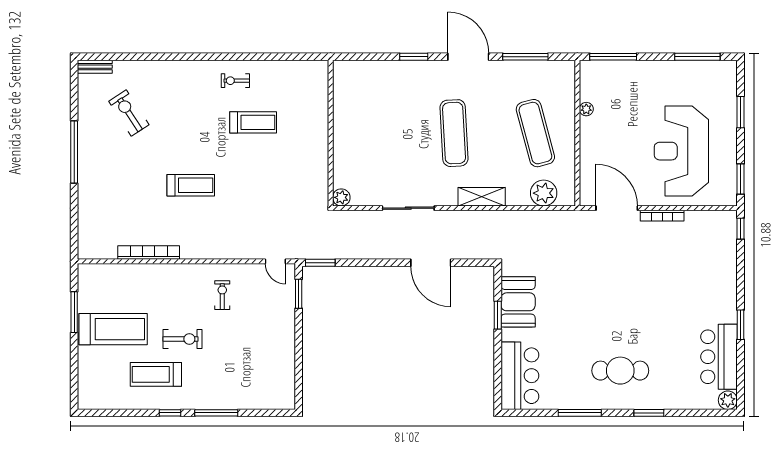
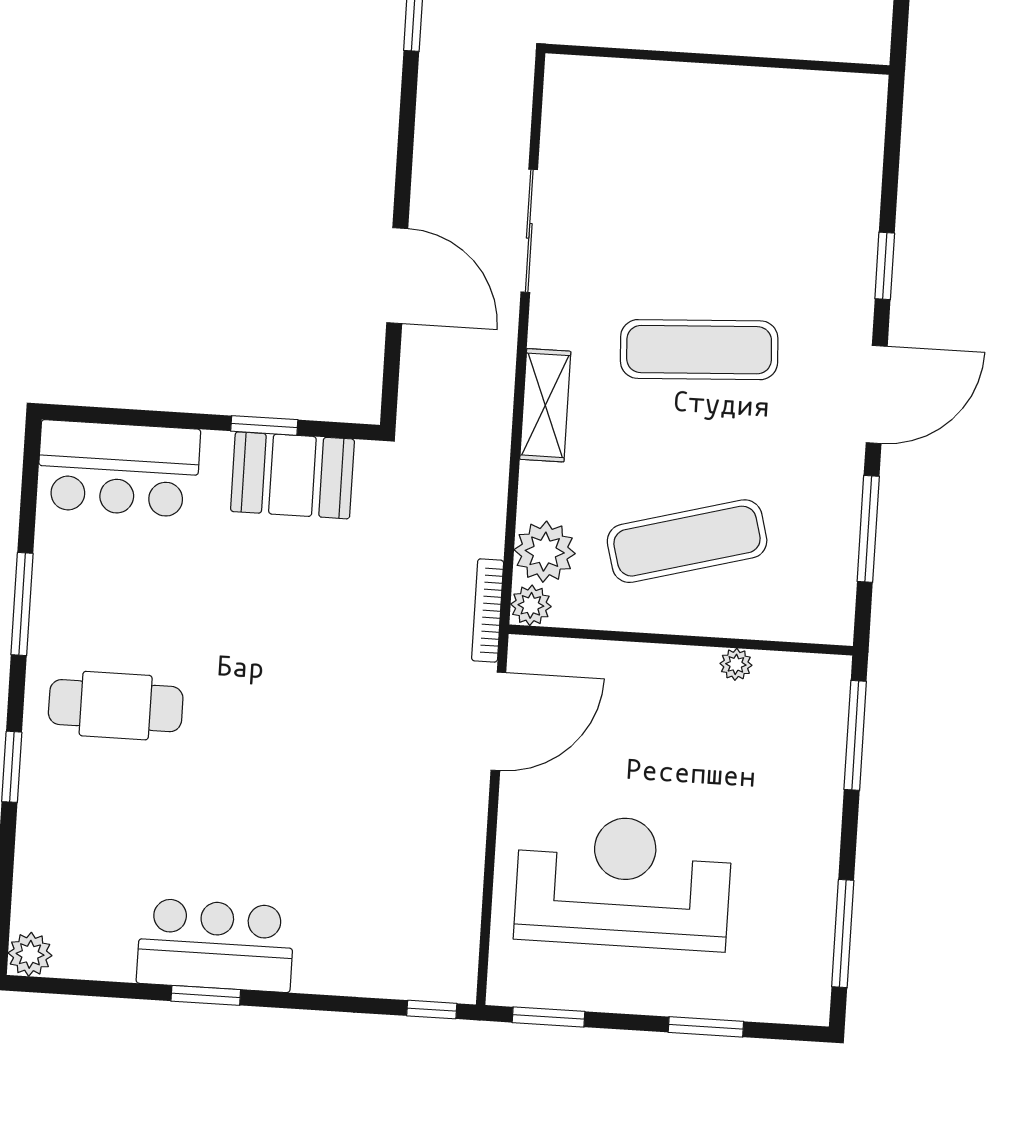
plant: (341, 197) -> (531, 605), moved
bookcase: (662, 216) -> (488, 610), moved
door: (431, 263) -> (397, 276), swing flipped
bar counter: (719, 357) -> (216, 945), moved
cafe table: (620, 371) -> (116, 706), turned 90

